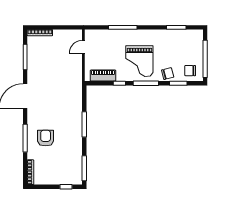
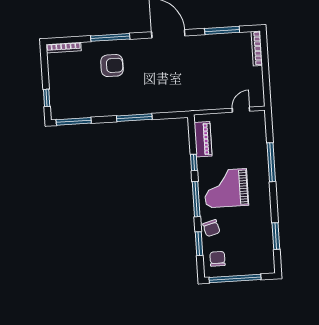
door: (83, 47) -> (241, 110), hinge flipped

